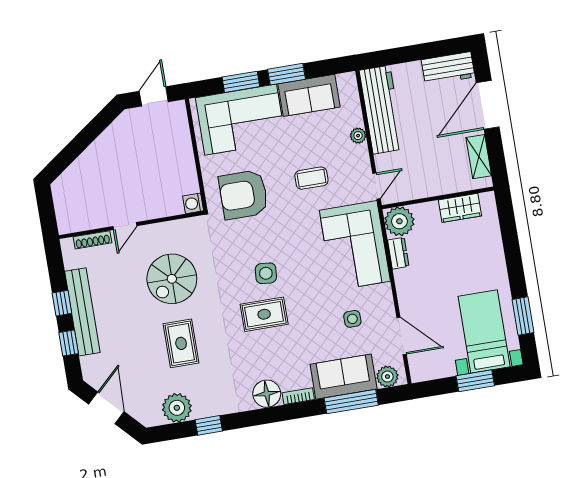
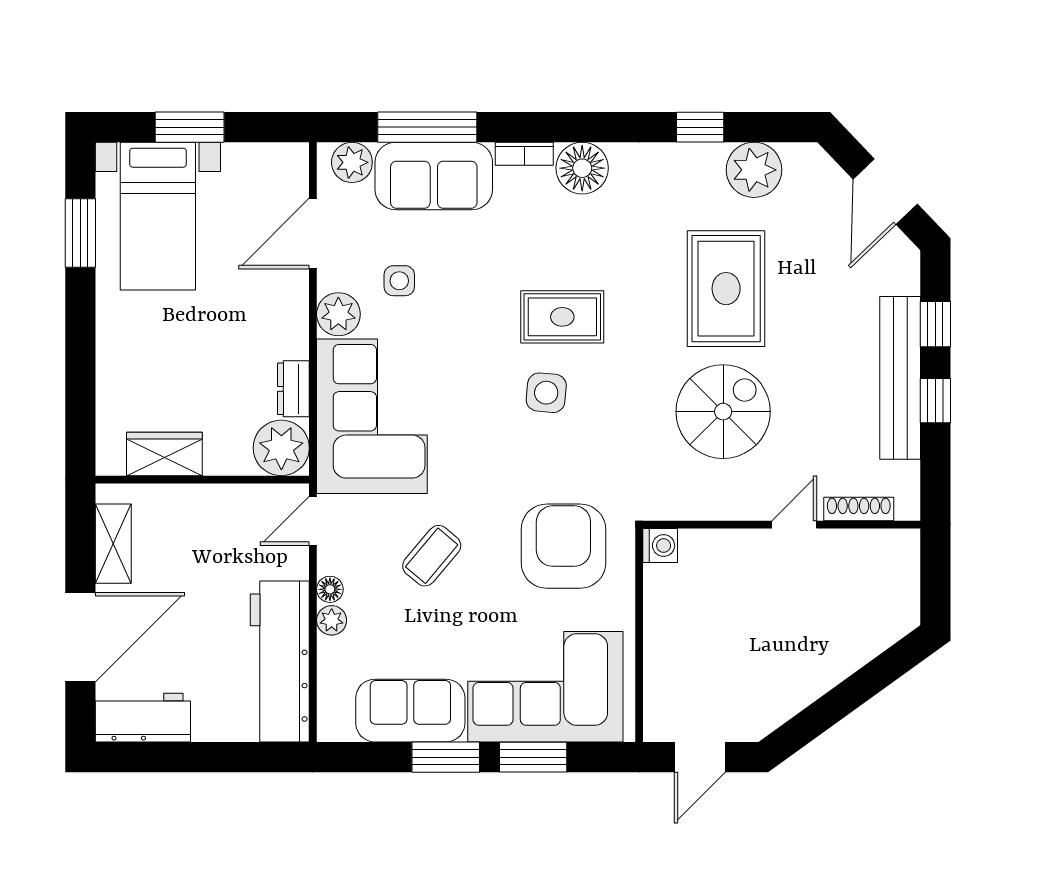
floor lamp: (362, 152) -> (330, 589), added
coffee table: (311, 178) -> (432, 556), turned -50
armchair: (243, 195) -> (563, 546), turned -90
plant: (381, 296) -> (338, 314), added
door: (402, 336) -> (313, 234), hinge flipped
rug: (181, 343) -> (726, 289), width x1.36, depth x1.43

